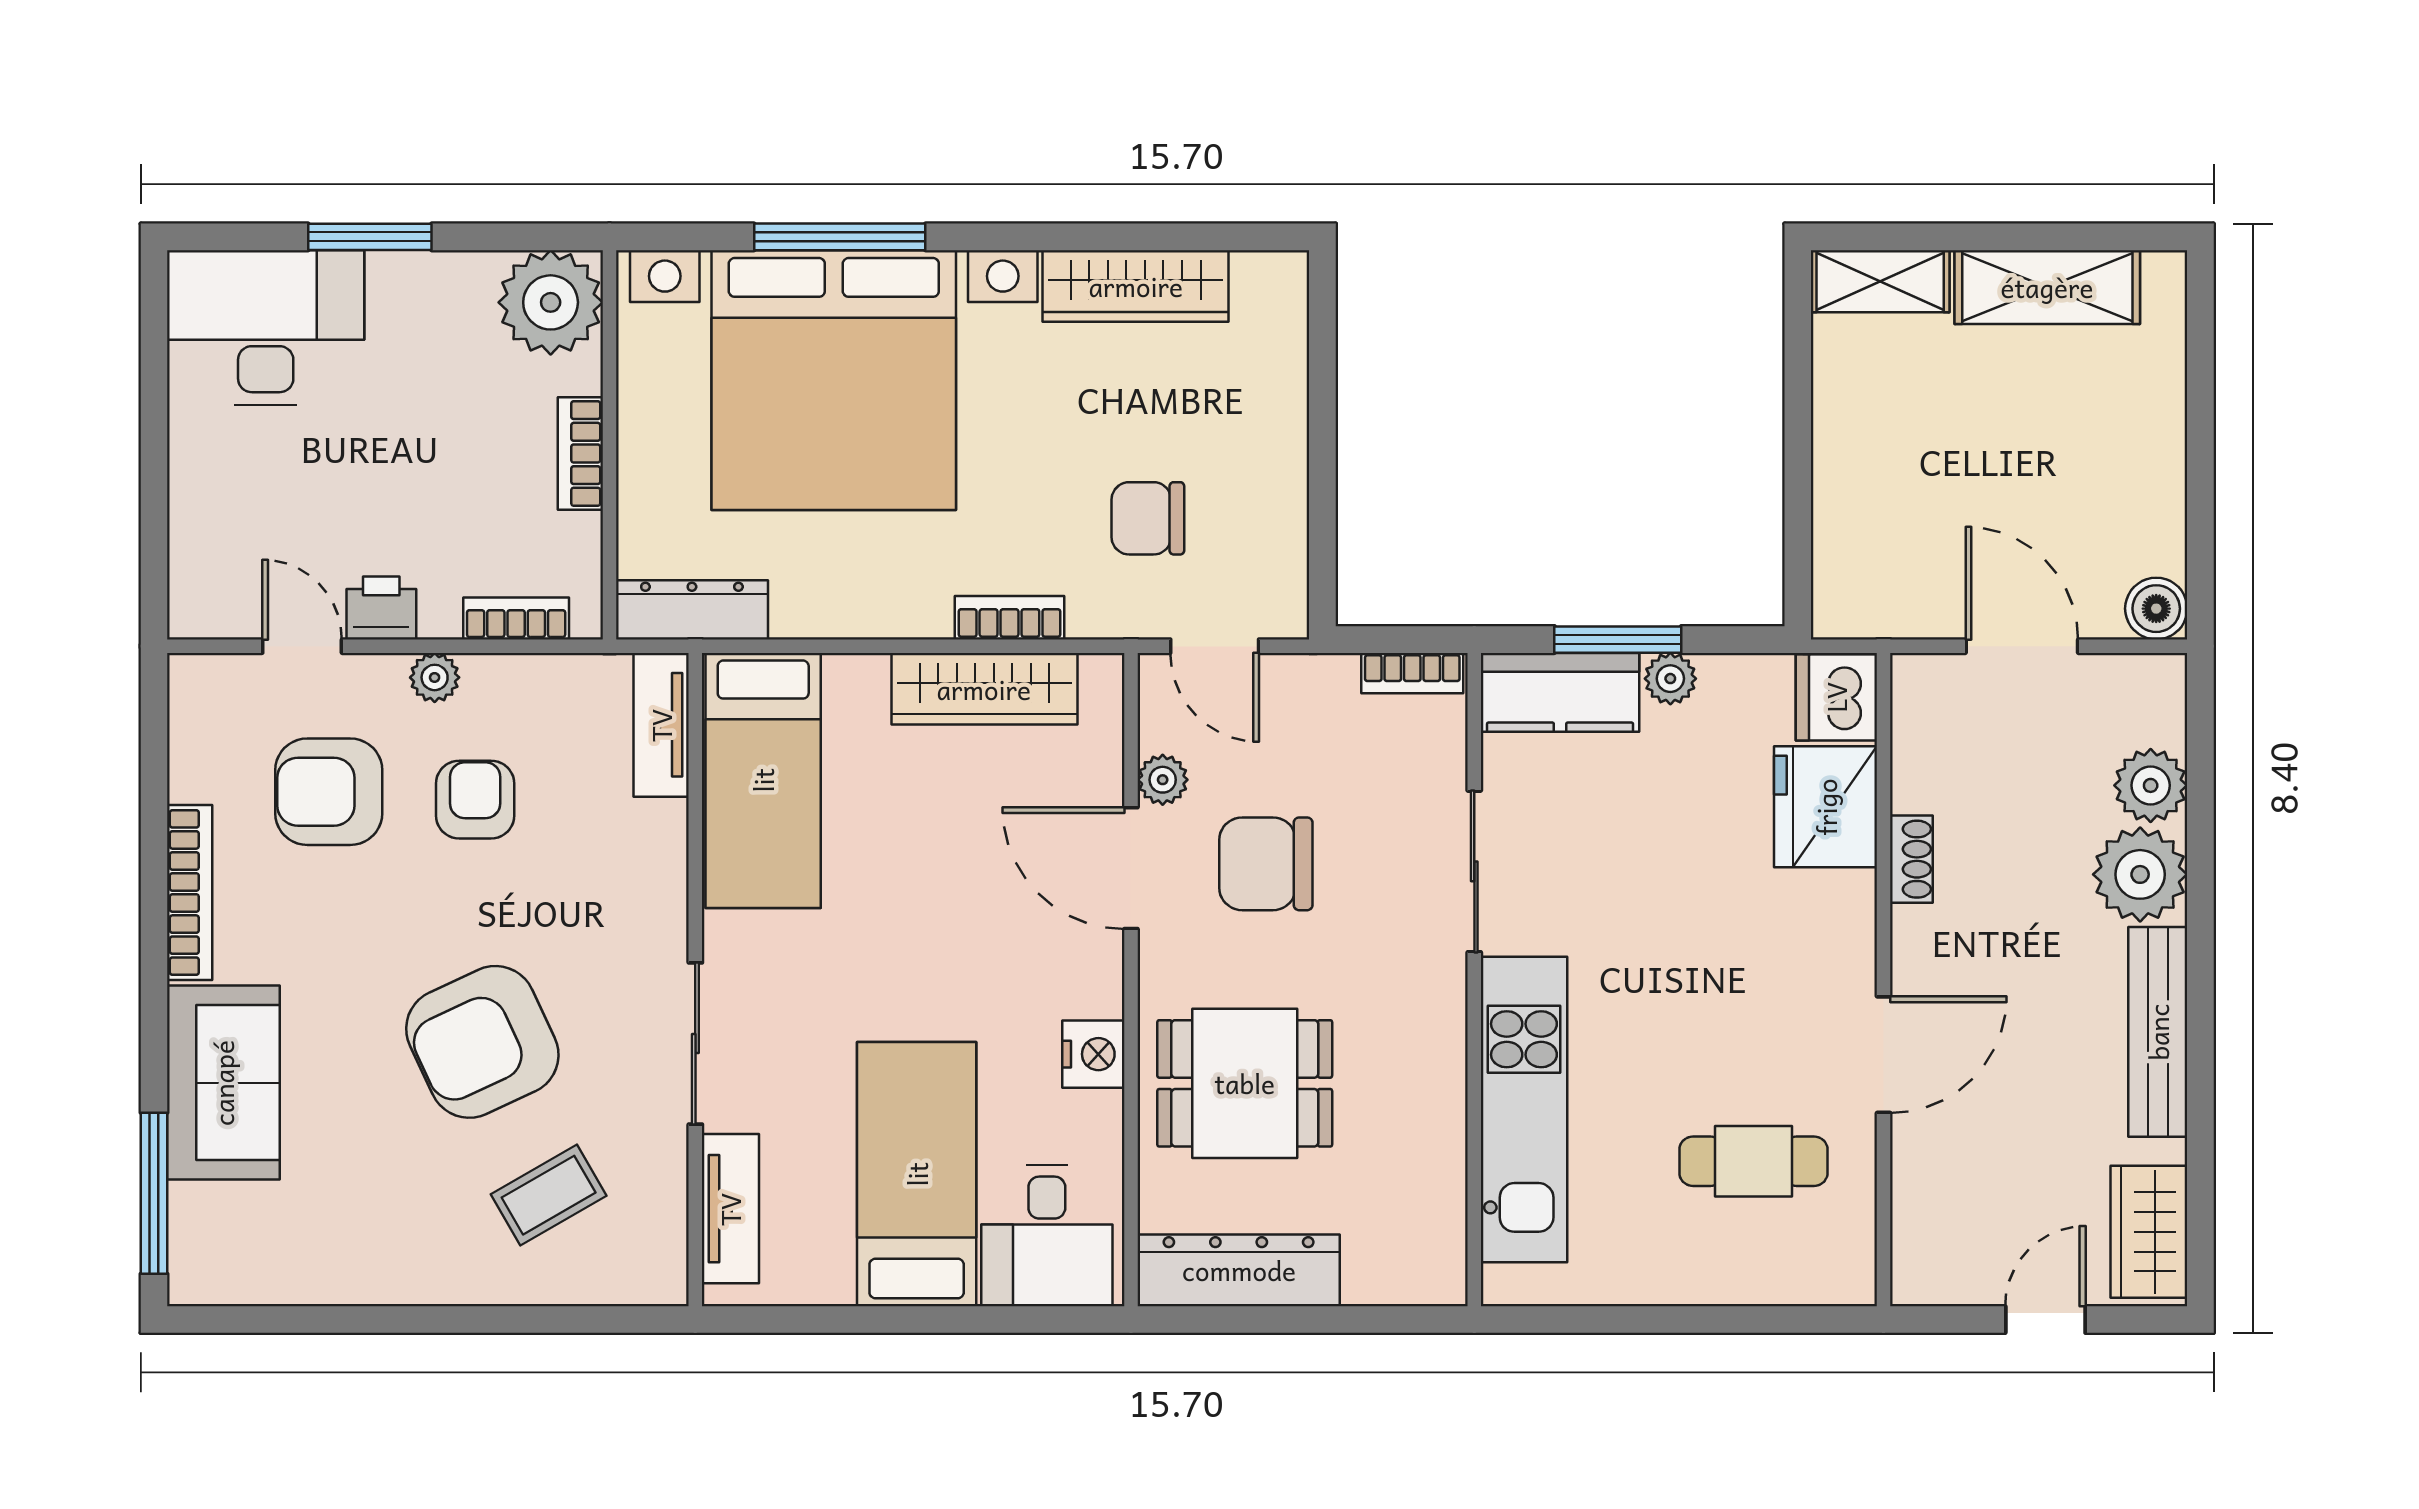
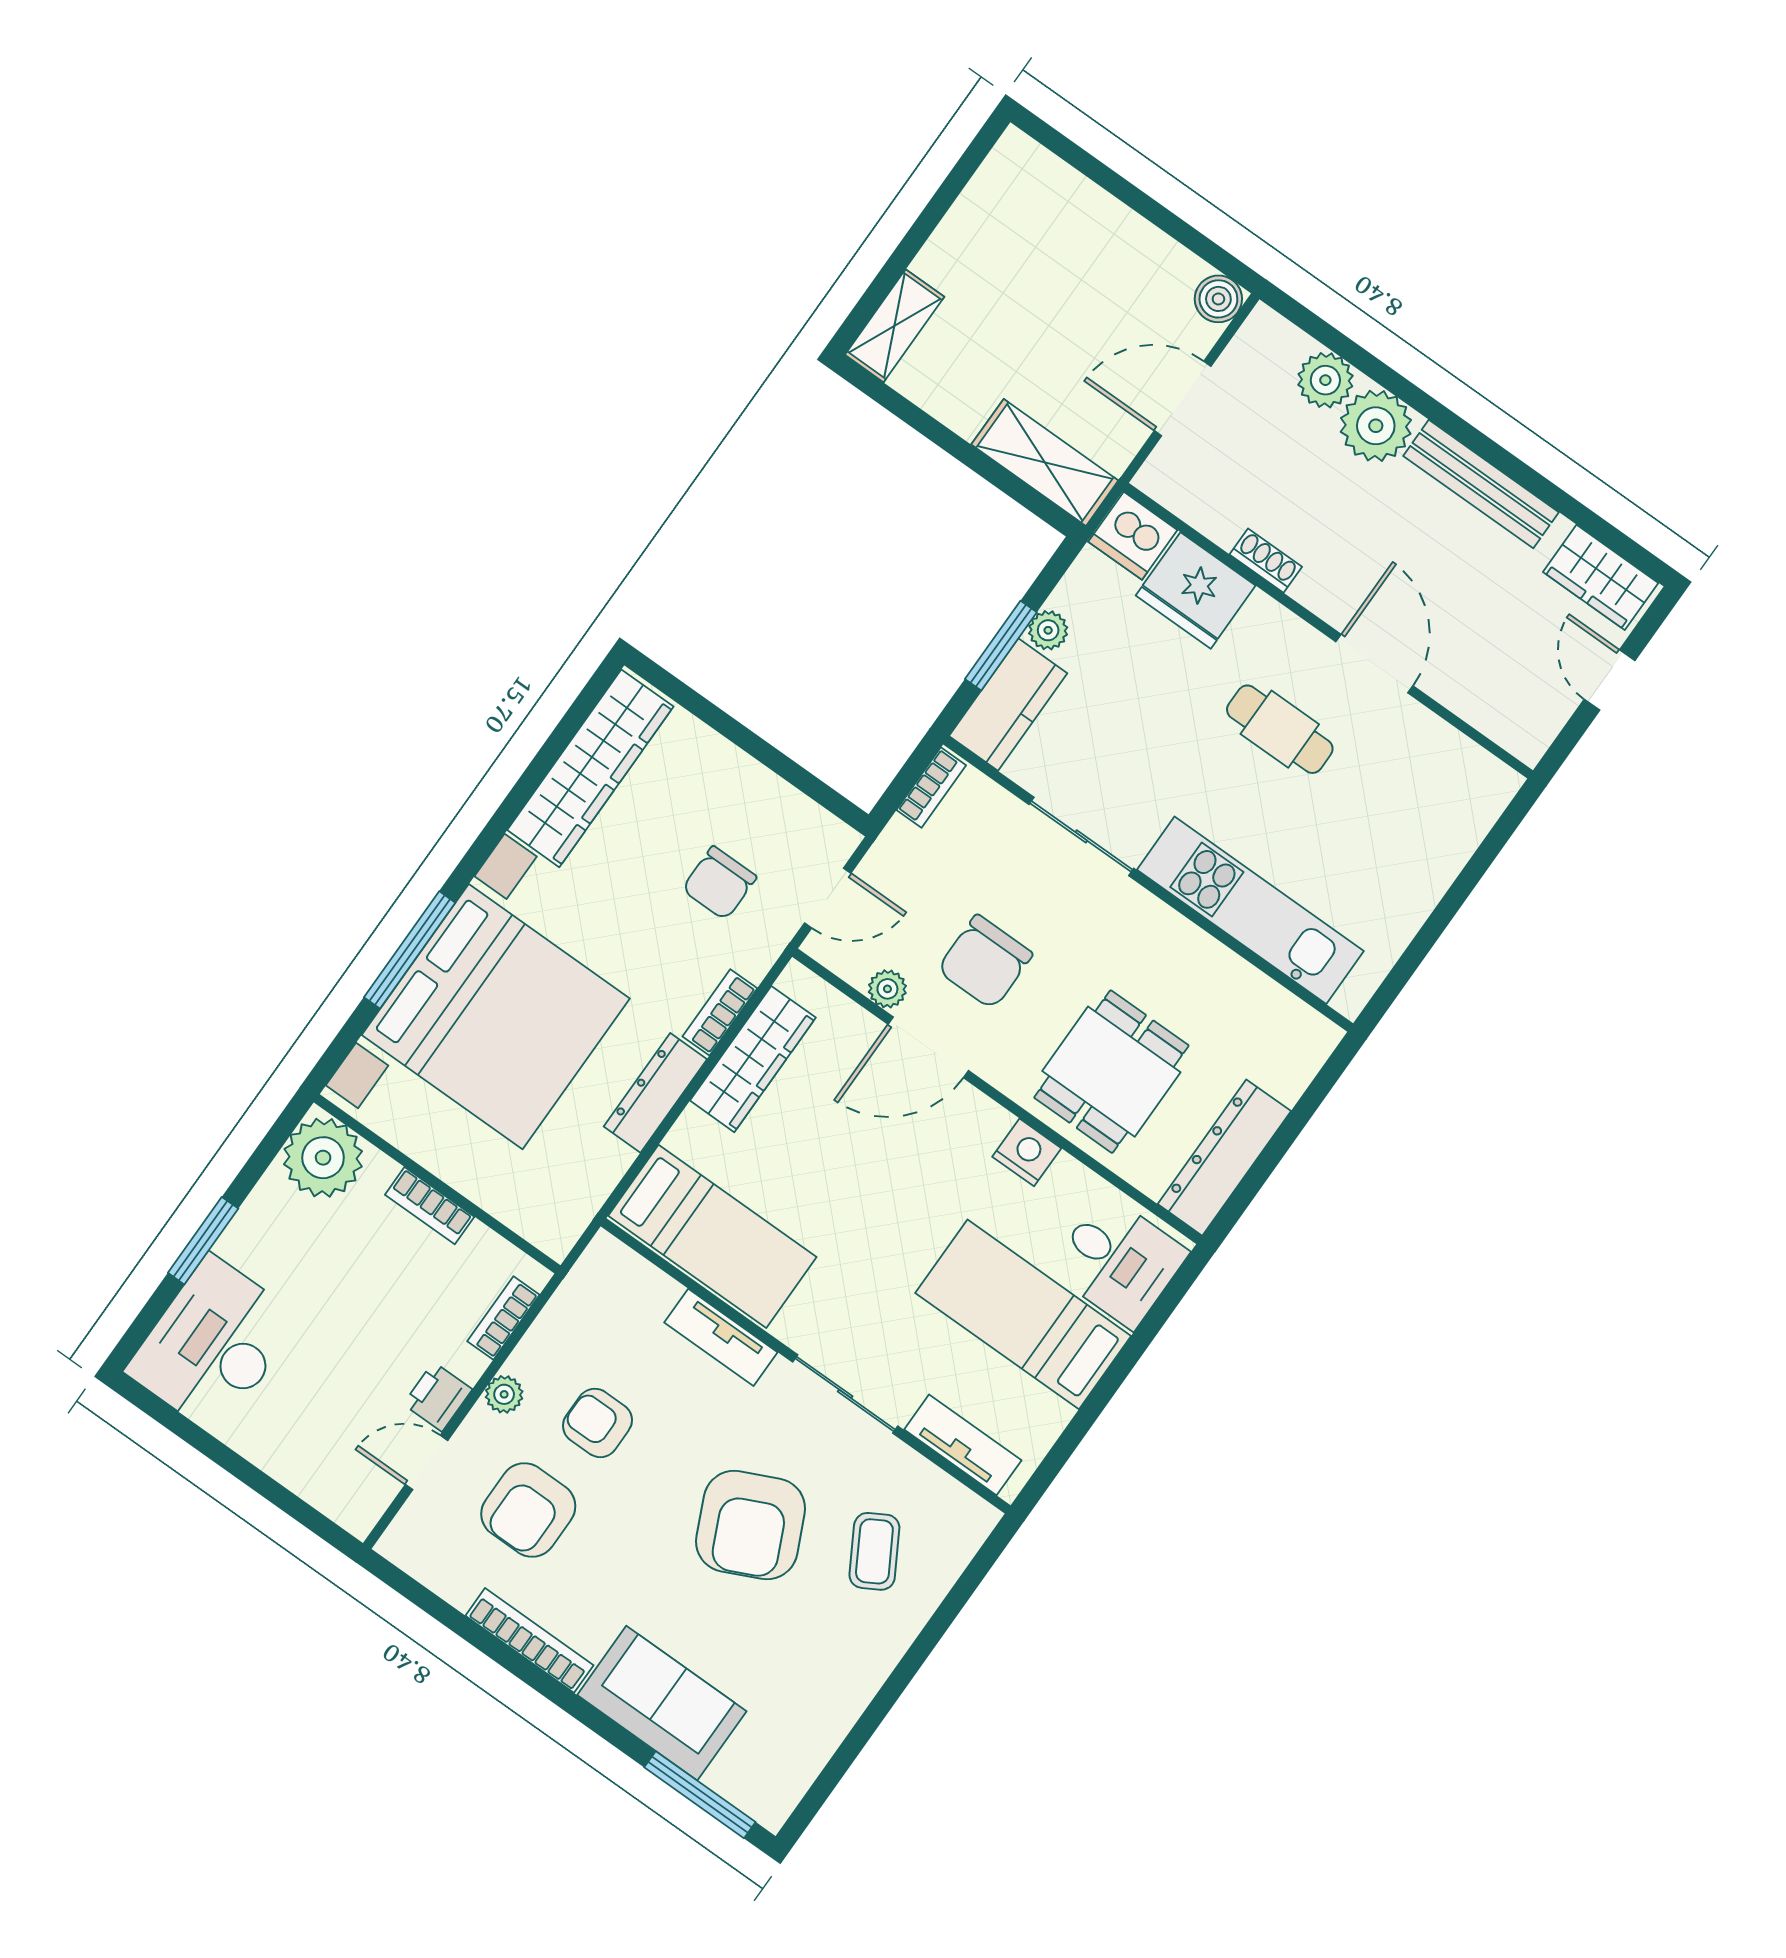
wardrobe: (1136, 286) -> (590, 768), width x1.40, depth x1.17
shelving: (2047, 287) -> (1045, 463), moved, turned 90
dresser: (692, 610) -> (655, 1093), moved
tv unit: (661, 725) -> (721, 1337), moved
cafe table: (1753, 1161) -> (1280, 729), moved, turned 90

